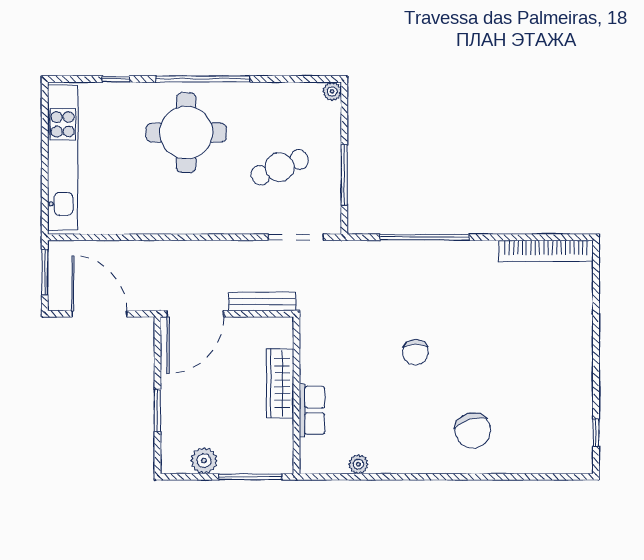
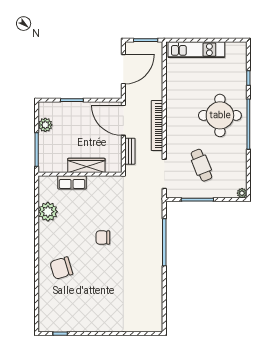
kitchen unit: (63, 158) -> (196, 50), width x0.73
bookcase: (546, 251) -> (157, 126), moved
bench: (262, 302) -> (130, 151), width x0.73
plant: (358, 464) -> (48, 212), width x1.88, depth x1.88

